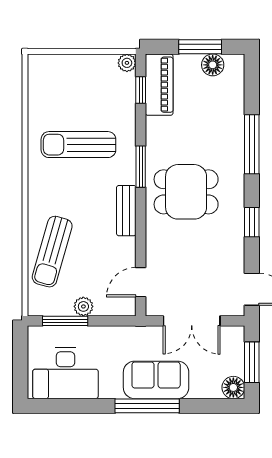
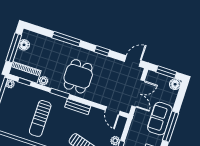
window: (200, 47) -> (14, 48), width x1.44
plant: (155, 127) -> (44, 81), added

